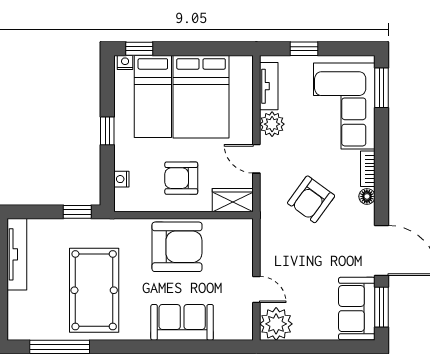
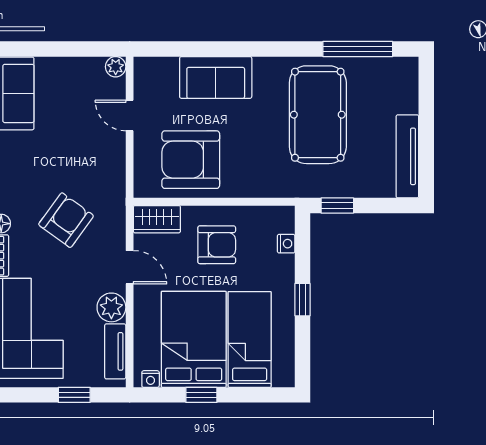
window: (139, 49) -> (201, 395), moved
nightstand: (125, 62) -> (151, 379), moved
armchair: (177, 247) -> (191, 160), moved
plant: (276, 324) -> (116, 67), width x0.53, depth x0.53

